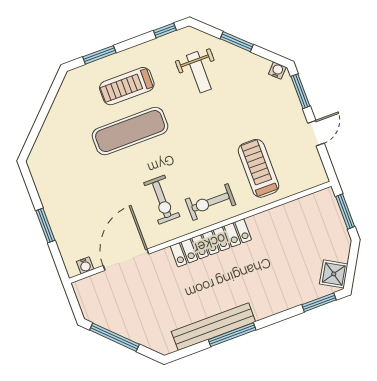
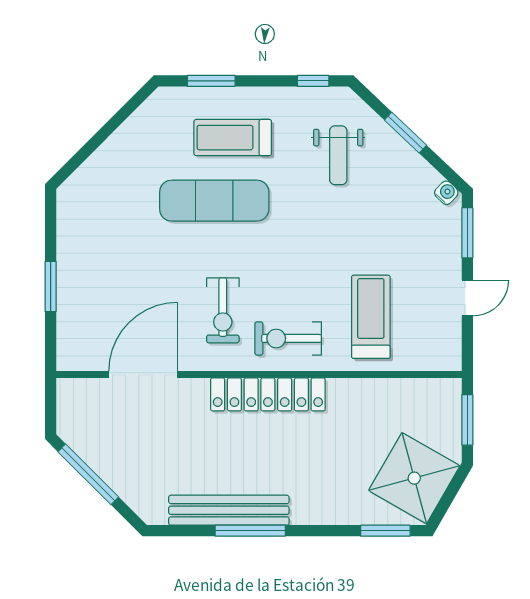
water cooler: (85, 265) -> (85, 361), removed
shower: (334, 274) -> (414, 478), width x1.86, depth x1.86

